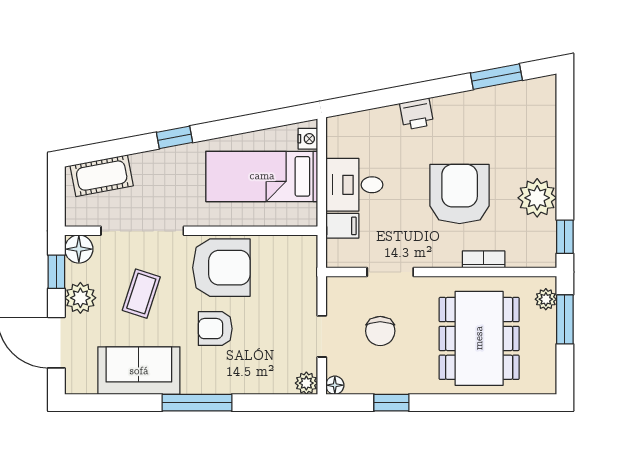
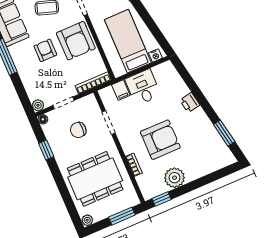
bookcase: (309, 269) -> (93, 83), added
plant: (546, 299) -> (87, 220), moved

